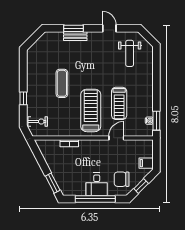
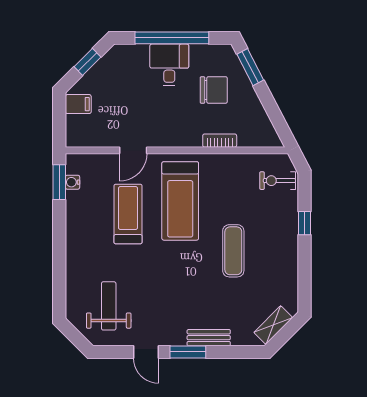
window: (73, 28) -> (188, 352), moved
shelving: (40, 43) -> (273, 325), added
chair: (122, 179) -> (214, 90), moved

